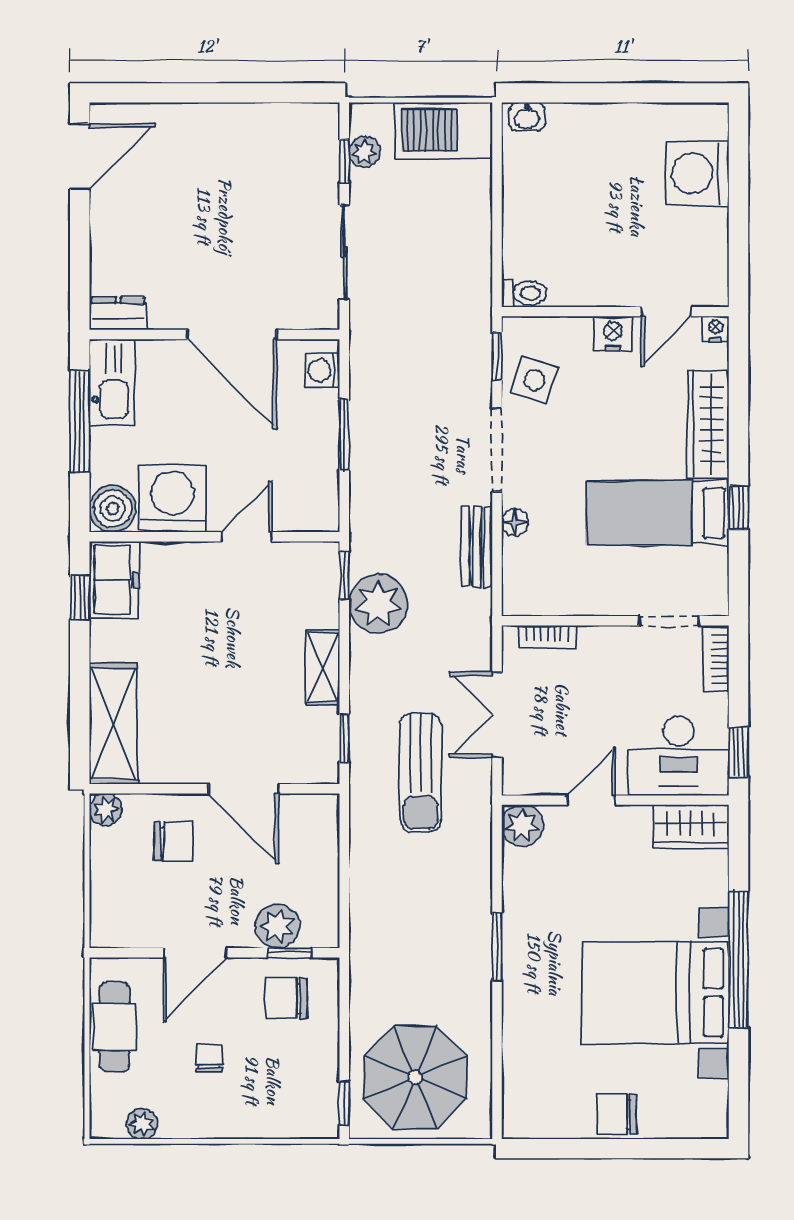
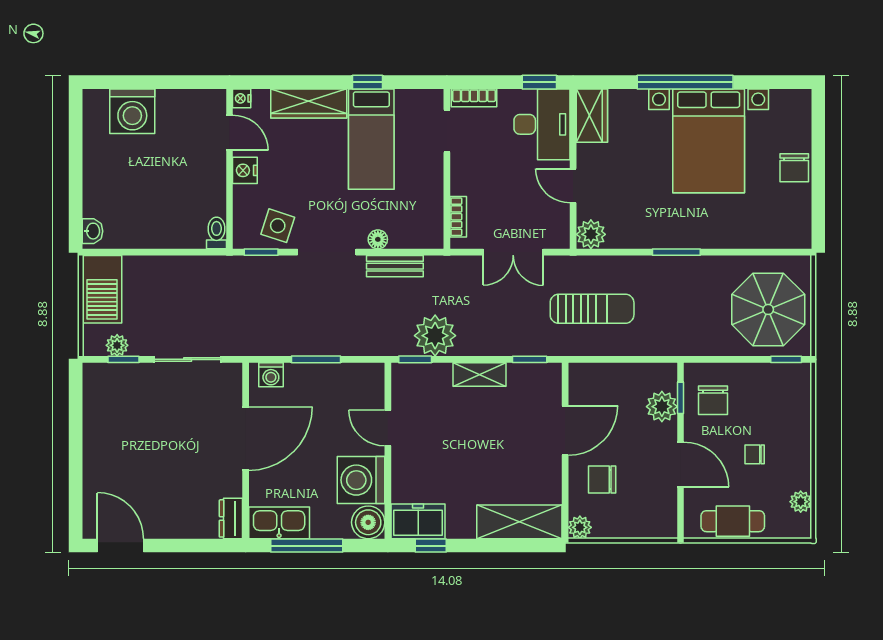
sun lounger: (421, 773) -> (592, 309), moved
chair: (174, 841) -> (602, 479), turned -90

